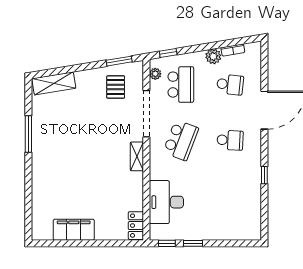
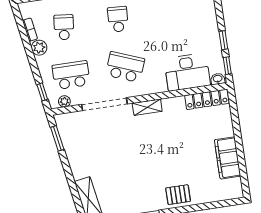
pallet: (116, 87) -> (178, 195), moved
locker: (136, 226) -> (207, 99), width x1.53
washbasin: (155, 232) -> (218, 79), added

